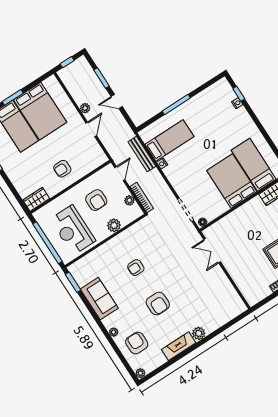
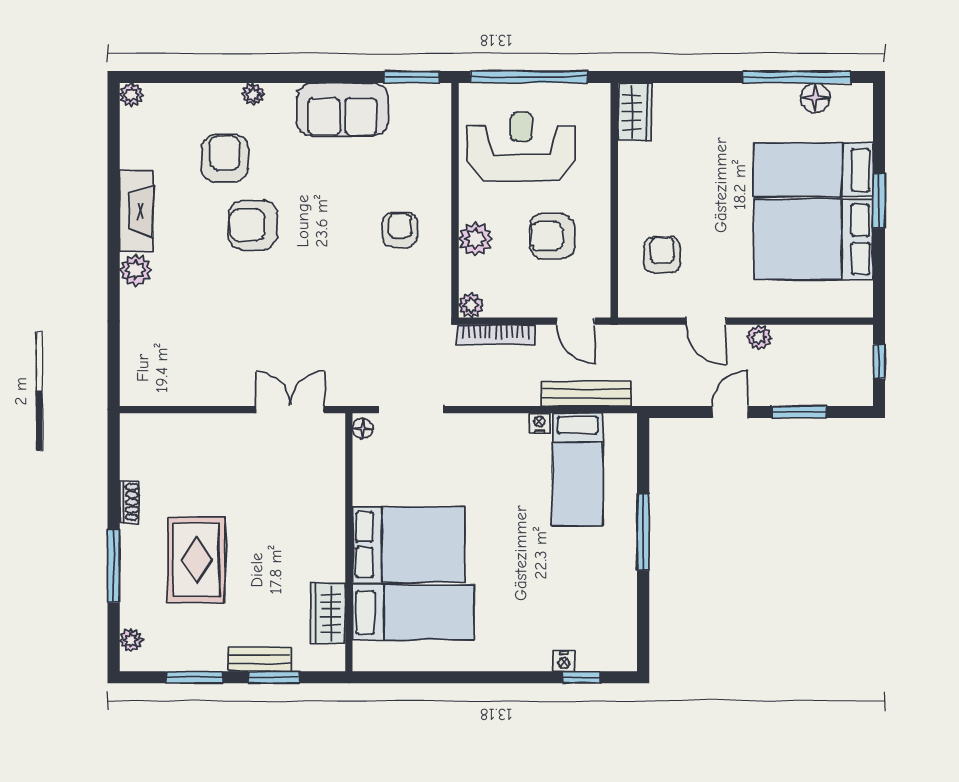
armchair: (62, 169) -> (662, 255), moved
plant: (129, 200) -> (471, 305), moved
armchair: (136, 268) -> (400, 230), moved
armchair: (137, 343) -> (225, 158), moved, turned -90

